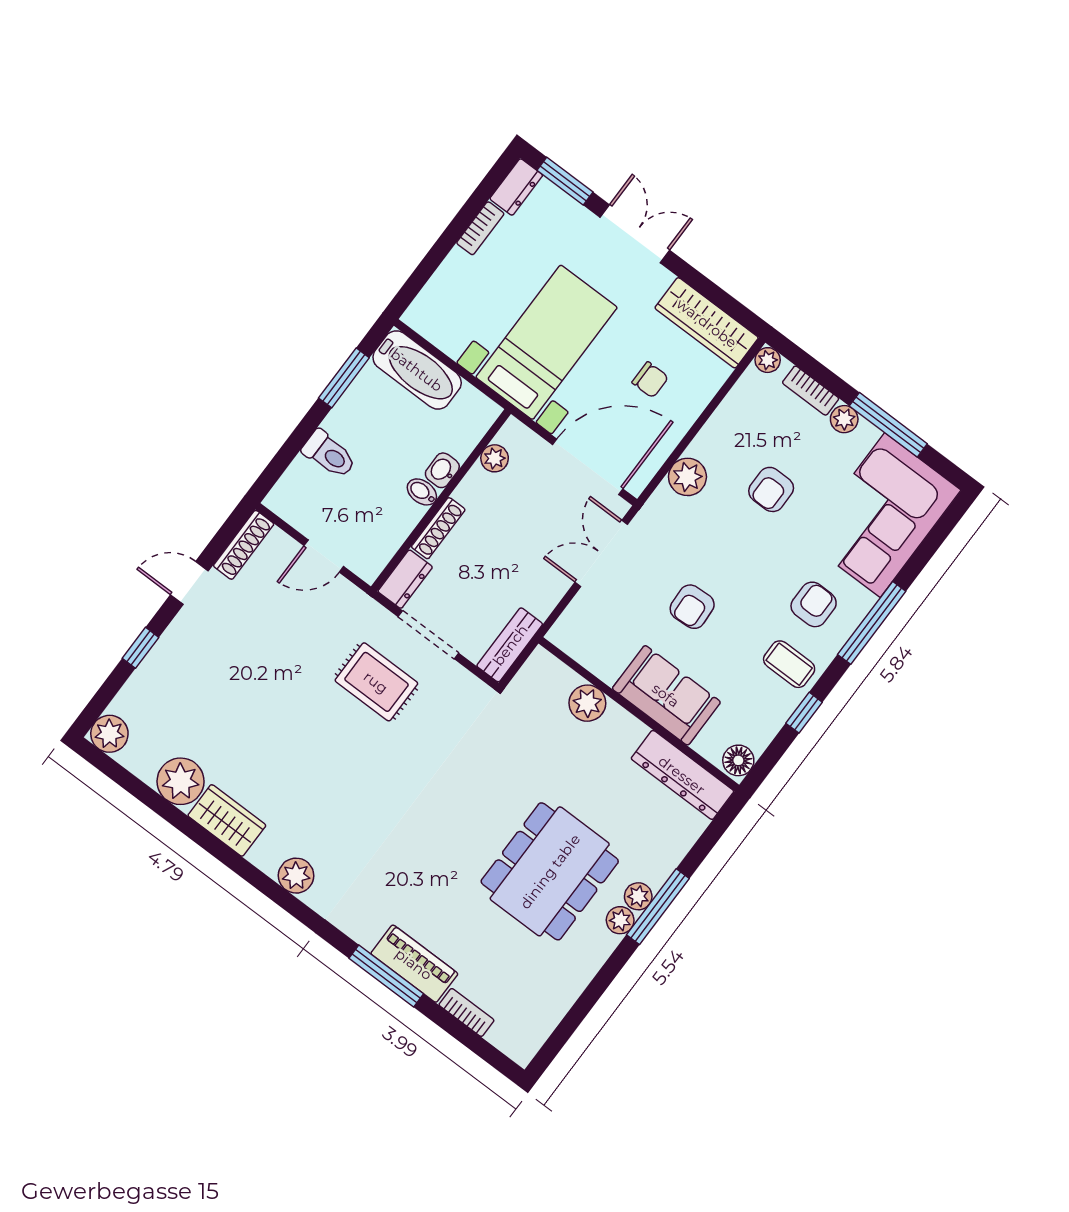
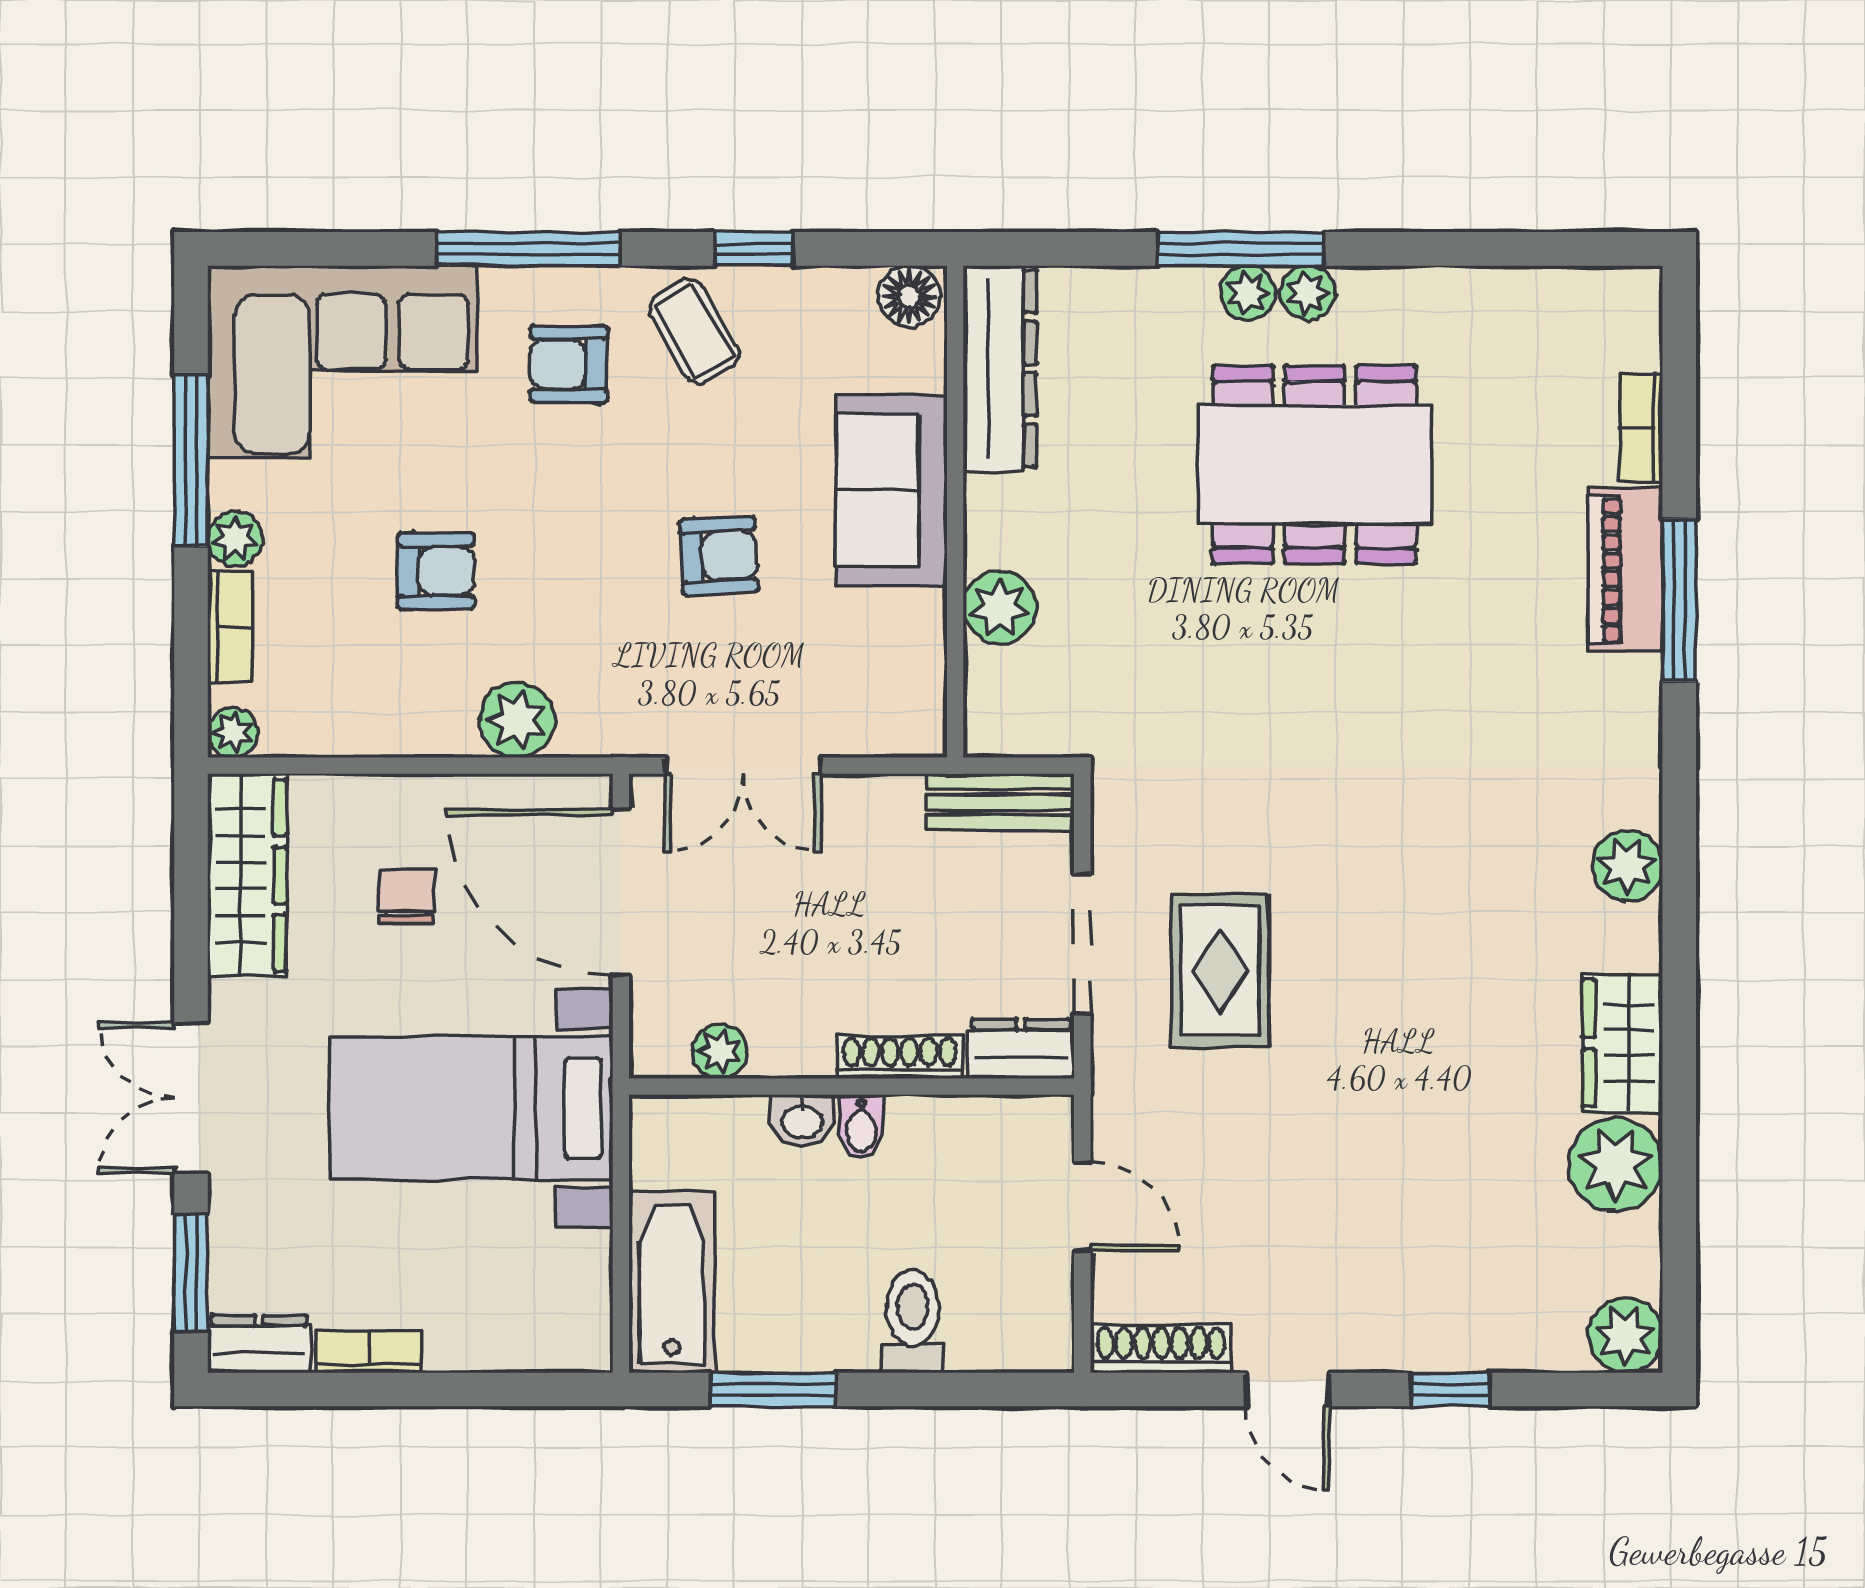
coffee table: (789, 664) -> (694, 331), turned -30

